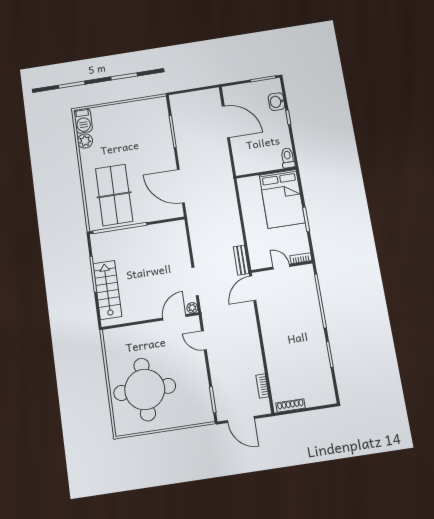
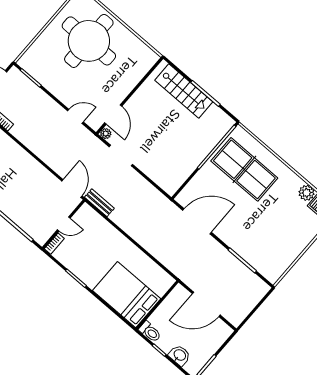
toilet: (288, 158) -> (150, 332), moved
wall: (266, 173) -> (157, 305), moved
bed: (282, 199) -> (127, 295), moved

